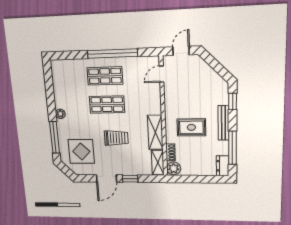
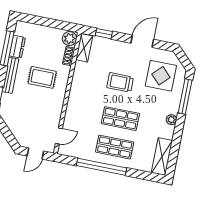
shelving: (155, 132) -> (162, 157), moved
dresser: (223, 166) -> (17, 47), moved
window: (130, 179) -> (104, 34), moved

